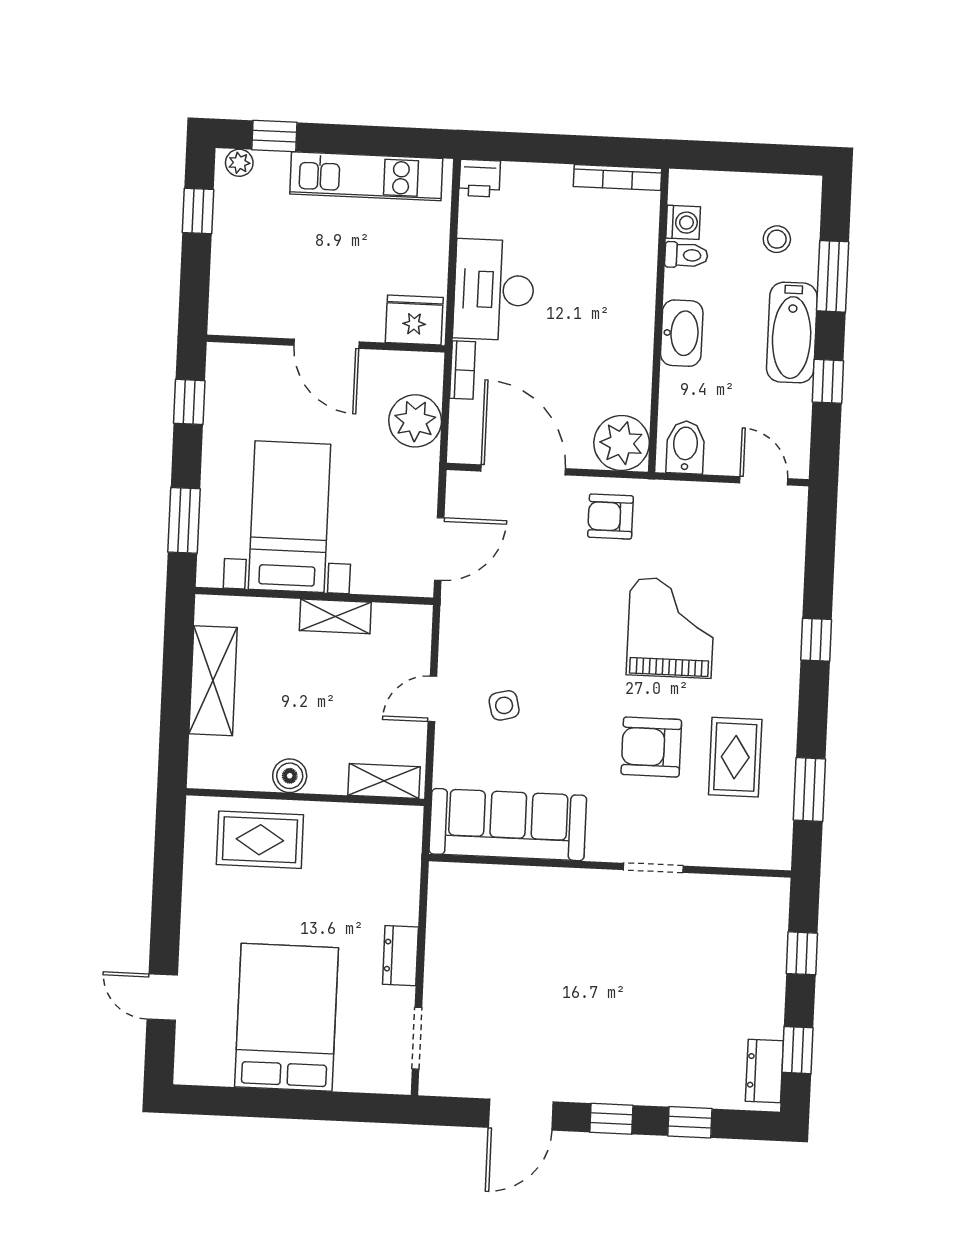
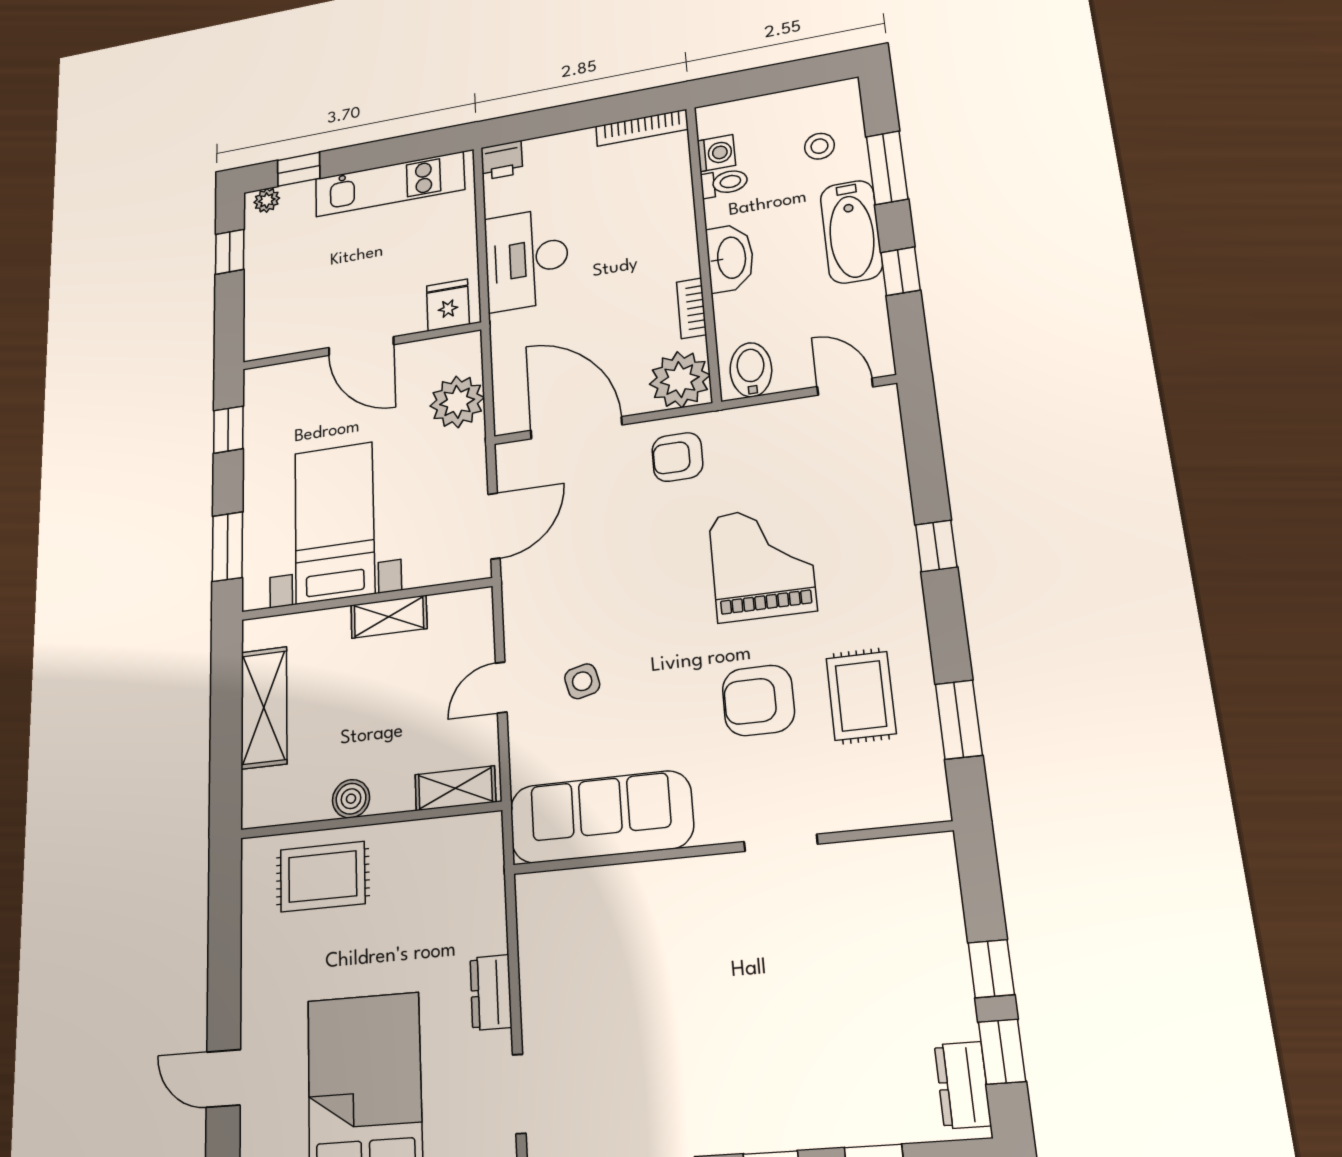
fridge: (414, 320) -> (448, 305), width x0.72
bookcase: (463, 370) -> (692, 308), moved, turned 180
window: (802, 953) -> (991, 969), moved

